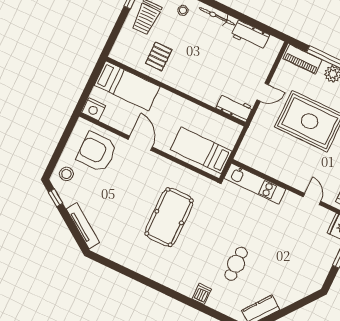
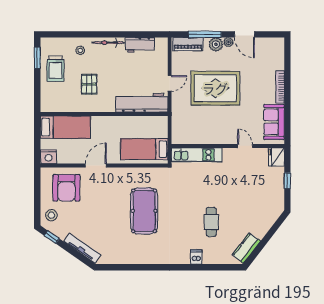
pallet: (159, 56) -> (89, 84), moved
workbench: (234, 108) -> (142, 103), width x1.88, depth x1.32
door: (140, 143) -> (96, 166), hinge flipped
armchair: (97, 152) -> (66, 188), turned -90

